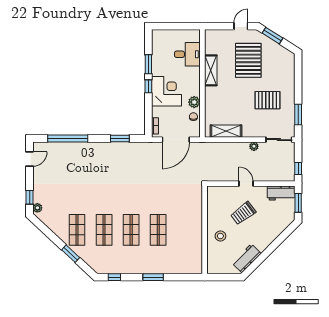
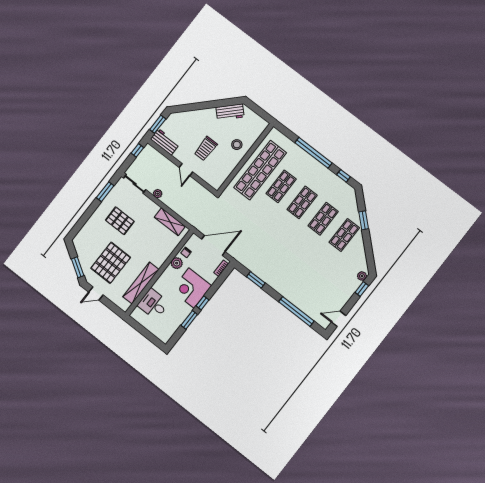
shelving: (211, 70) -> (141, 283), width x1.47
trolley: (243, 213) -> (206, 149), turned 127
shop shelf: (185, 230) -> (260, 170), added
window: (153, 277) -> (313, 153), width x2.11

